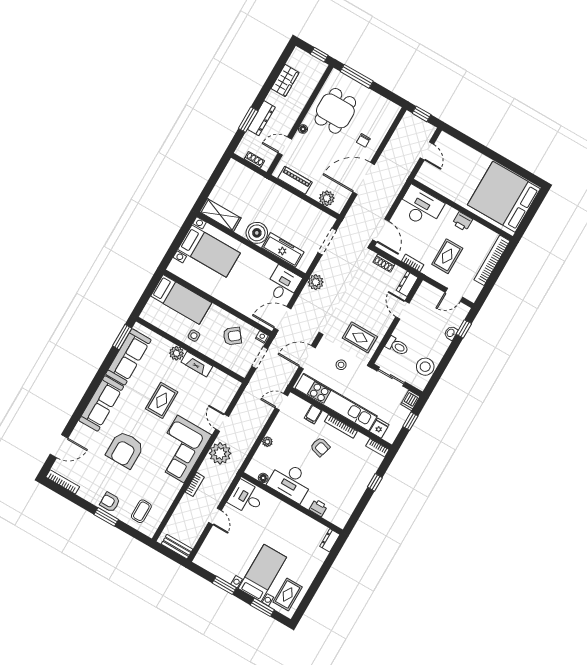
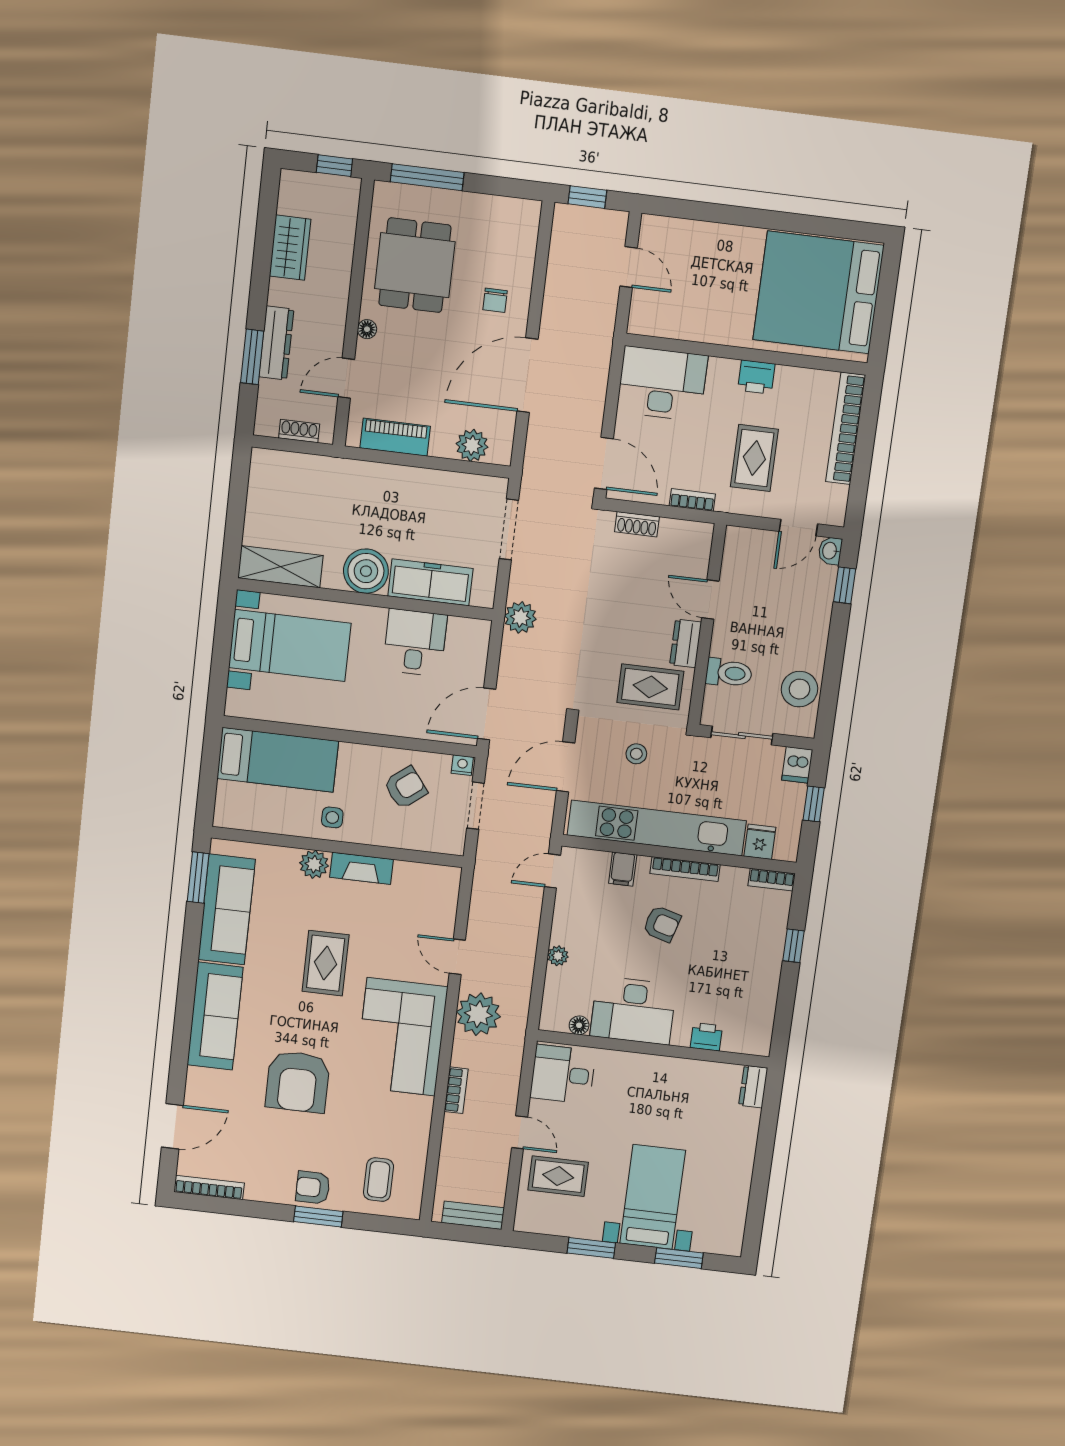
desk: (283, 284) -> (415, 643), moved
dresser: (407, 284) -> (686, 643), moved
washbasin: (451, 333) -> (830, 551), moved
rug: (288, 594) -> (558, 1176), moved, turned 90

